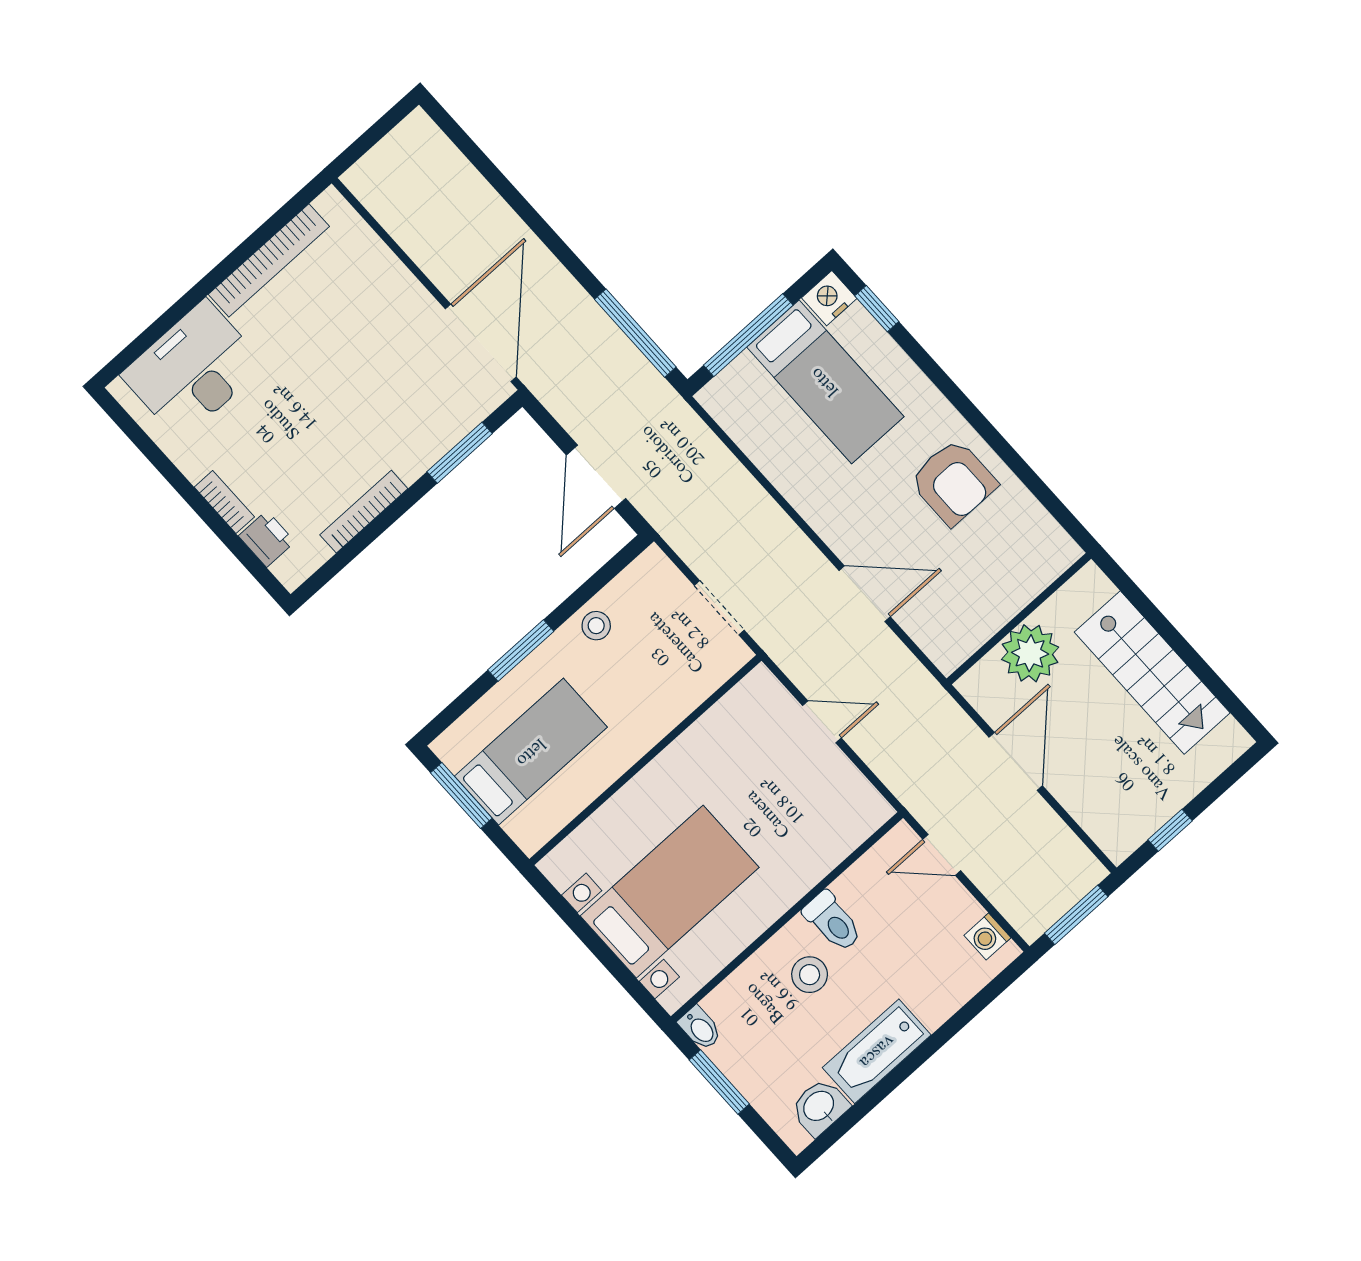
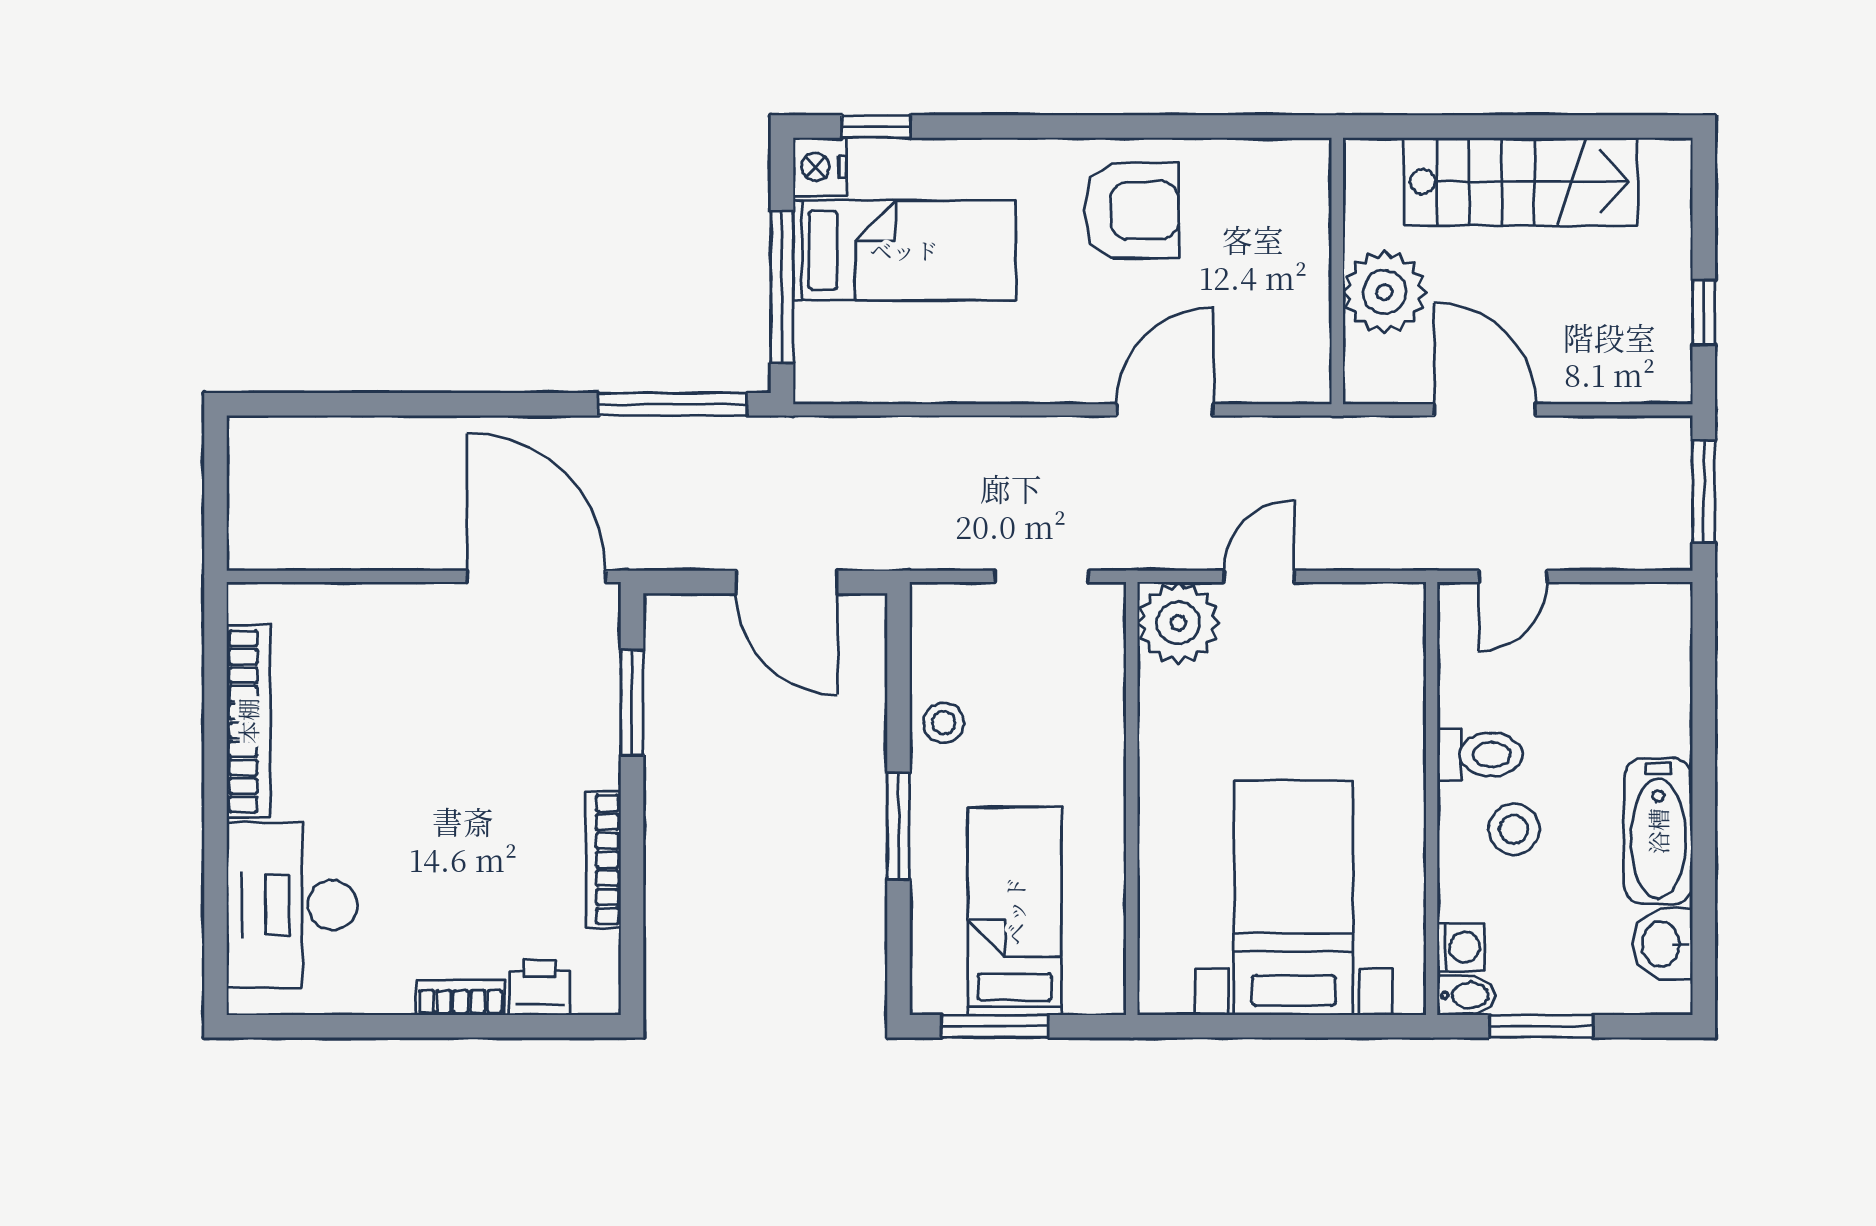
plant: (759, 701) -> (1178, 623), added
washing machine: (987, 936) -> (1461, 947), moved, turned -90

